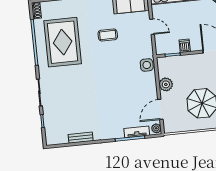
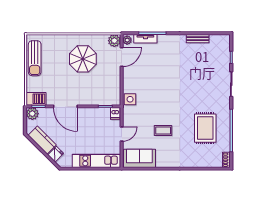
door: (152, 27) -> (122, 134), swing flipped
rug: (63, 42) -> (205, 128), width x0.73, depth x0.69
dishwasher: (185, 46) -> (115, 113), moved
plant: (166, 84) -> (114, 41), moved

